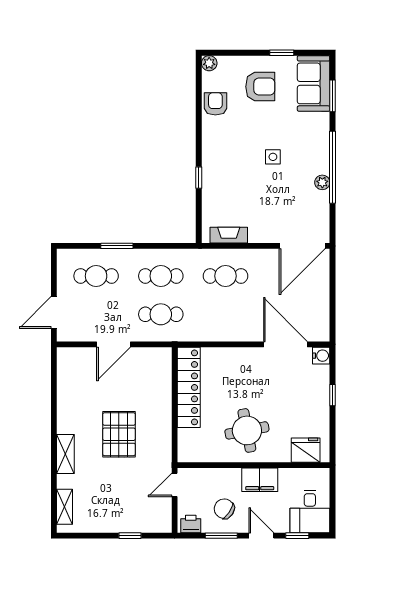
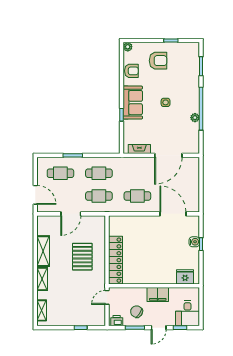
sofa: (314, 83) -> (133, 103), moved, turned 180
armchair: (215, 104) -> (131, 71), turned 90
door: (302, 246) -> (168, 155), moved
cafe table: (226, 276) -> (137, 196), moved
door: (54, 312) -> (35, 195), swing flipped
water cooler: (321, 356) -> (194, 242), moved
locker: (189, 387) -> (116, 260), moved
shelving: (67, 407) -> (43, 251), added
round table: (247, 430) -> (150, 265), removed
pallet: (119, 434) -> (82, 257), moved
door: (261, 536) -> (159, 328), swing flipped

